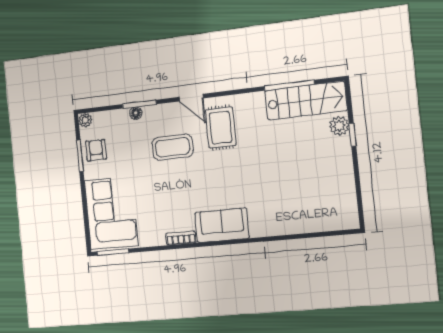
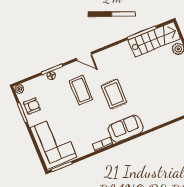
rug: (221, 128) -> (114, 94), moved
coffee table: (172, 147) -> (81, 90), turned 90
armchair: (96, 150) -> (32, 106), turned 90

